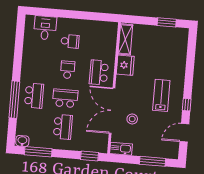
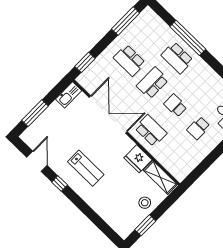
school desk: (68, 70) -> (175, 105), turned 180
school desk: (65, 98) -> (152, 83), turned 180
stool: (132, 119) -> (145, 203), moved
washbasin: (22, 141) -> (146, 15), removed

